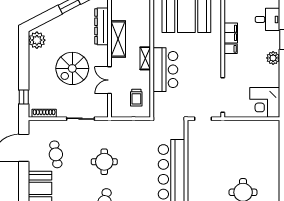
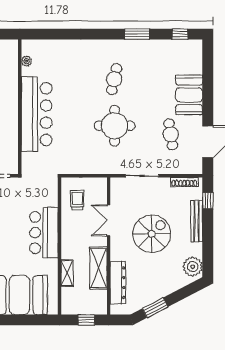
shelving: (145, 58) -> (67, 273), moved
bench: (33, 79) -> (197, 221), added
double door: (109, 80) -> (109, 220), swing flipped
round table: (104, 162) -> (115, 126), width x1.36, depth x1.36

